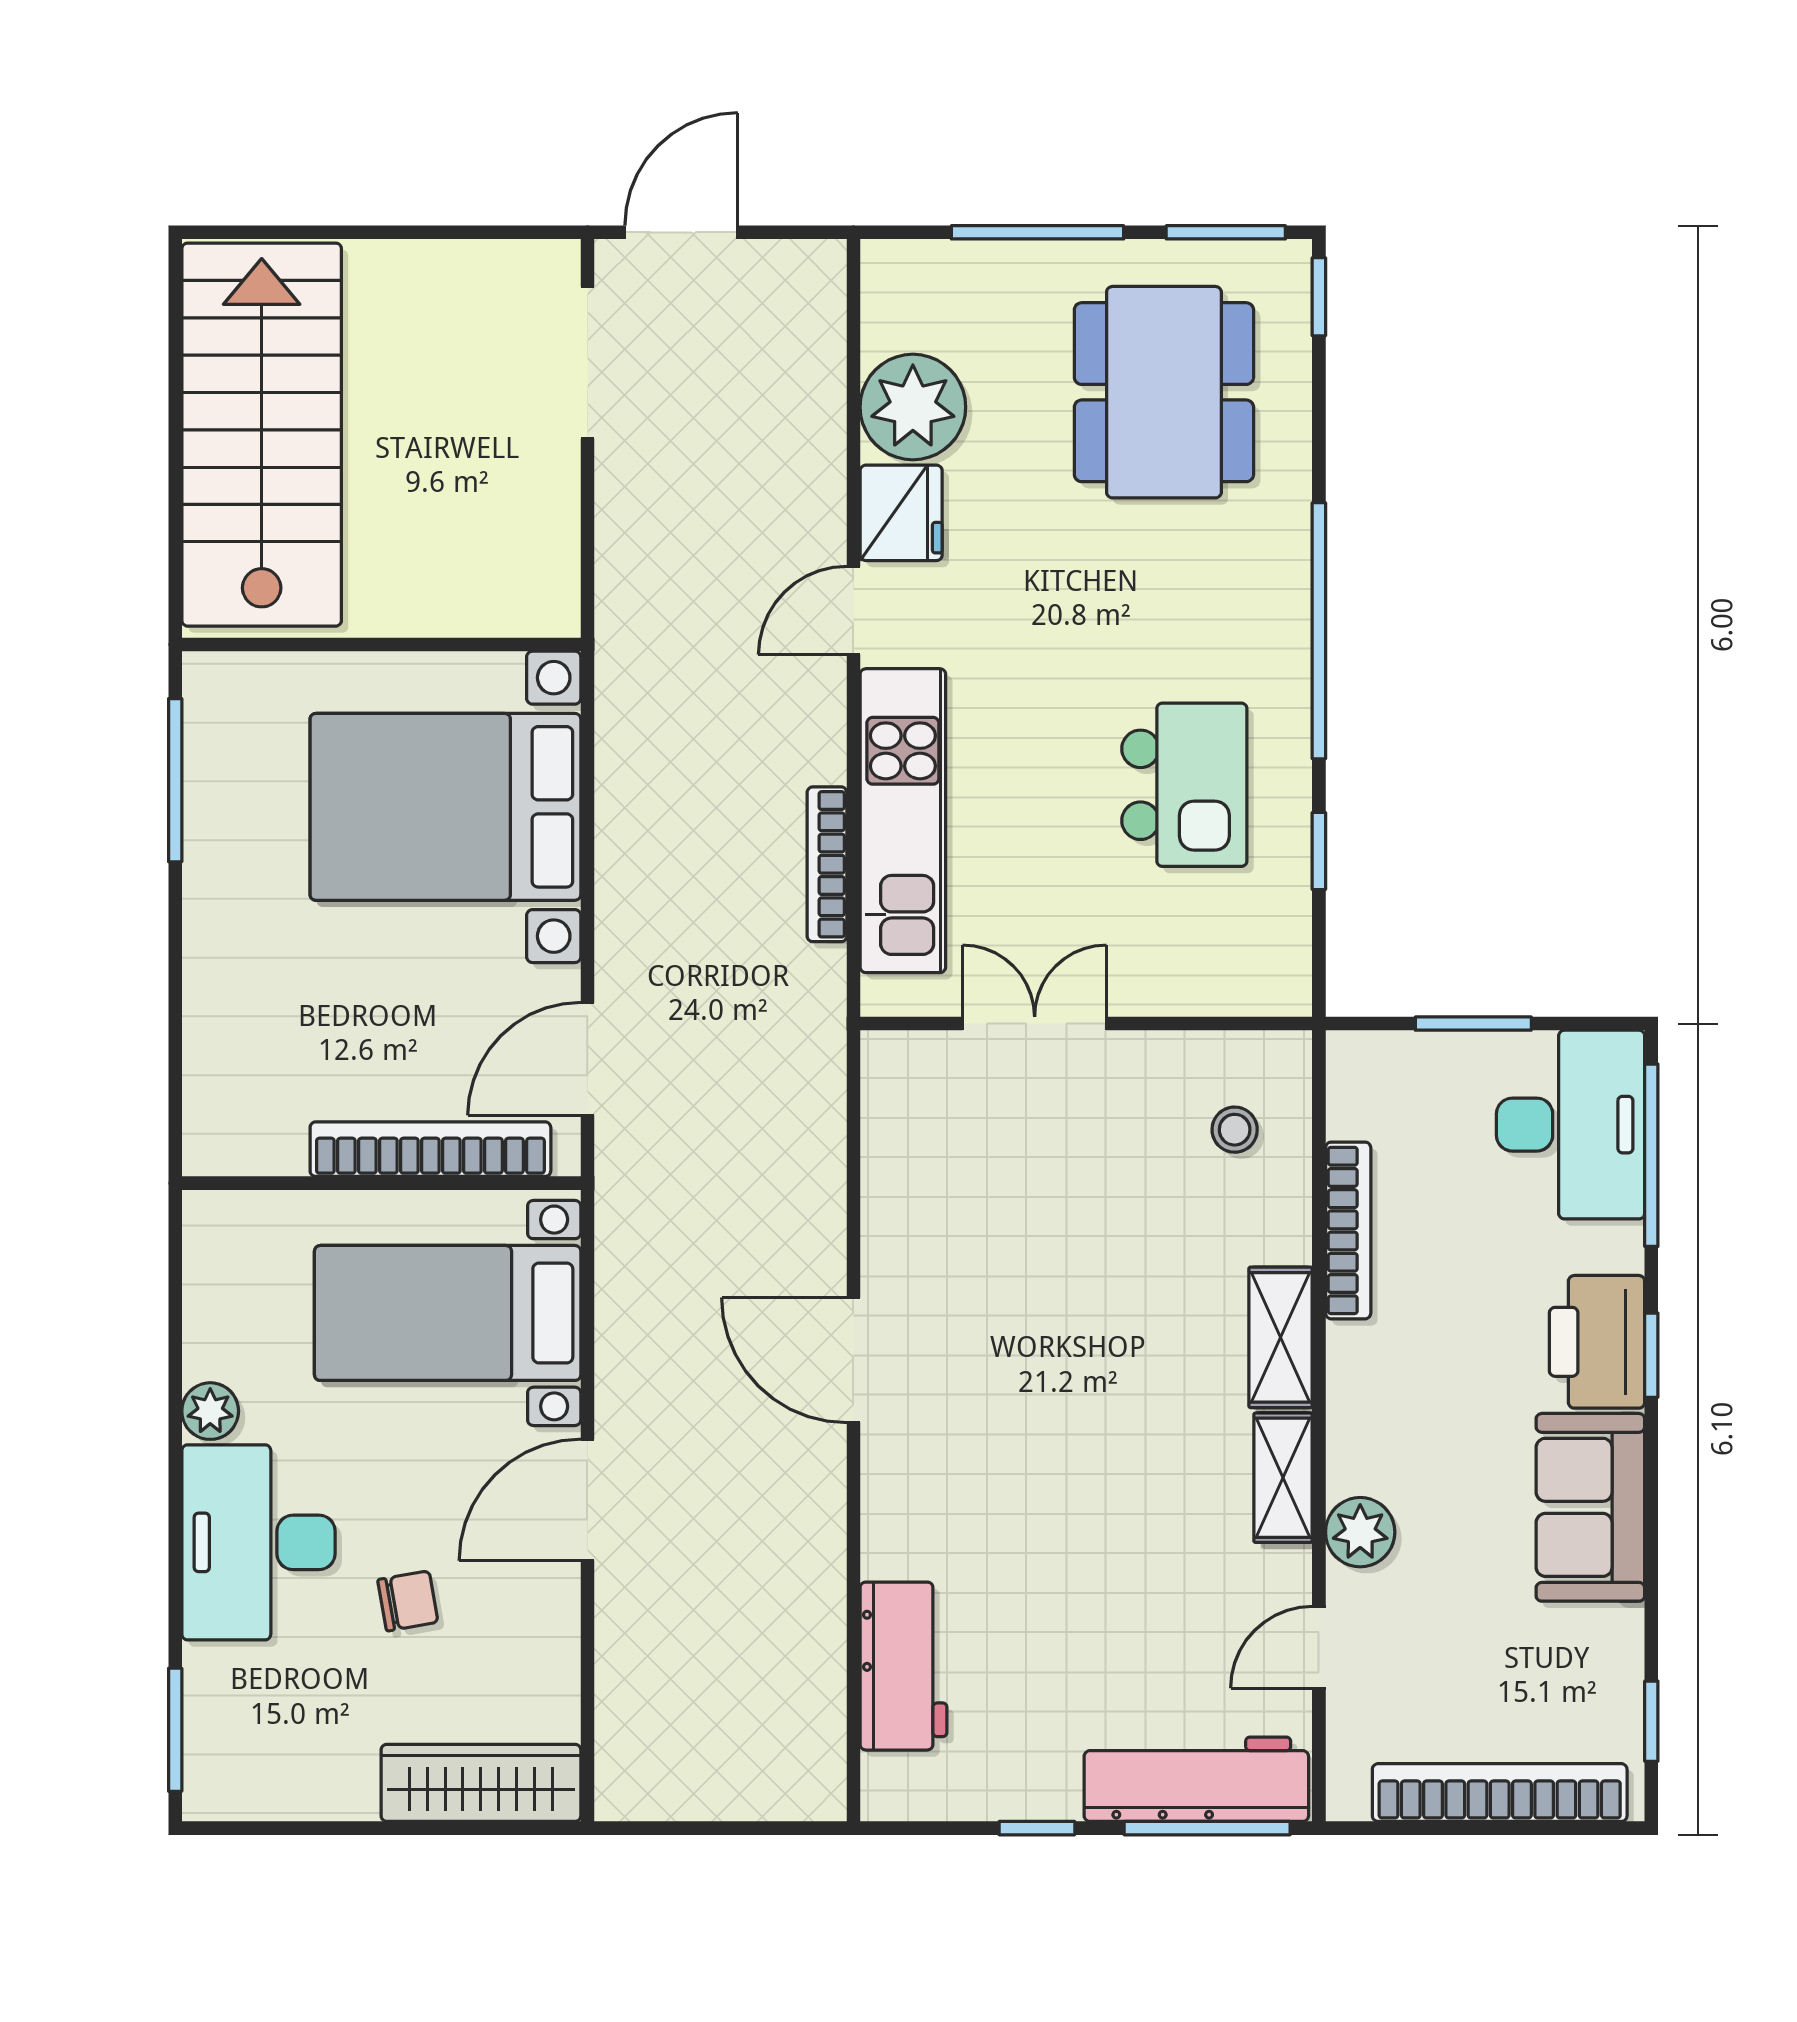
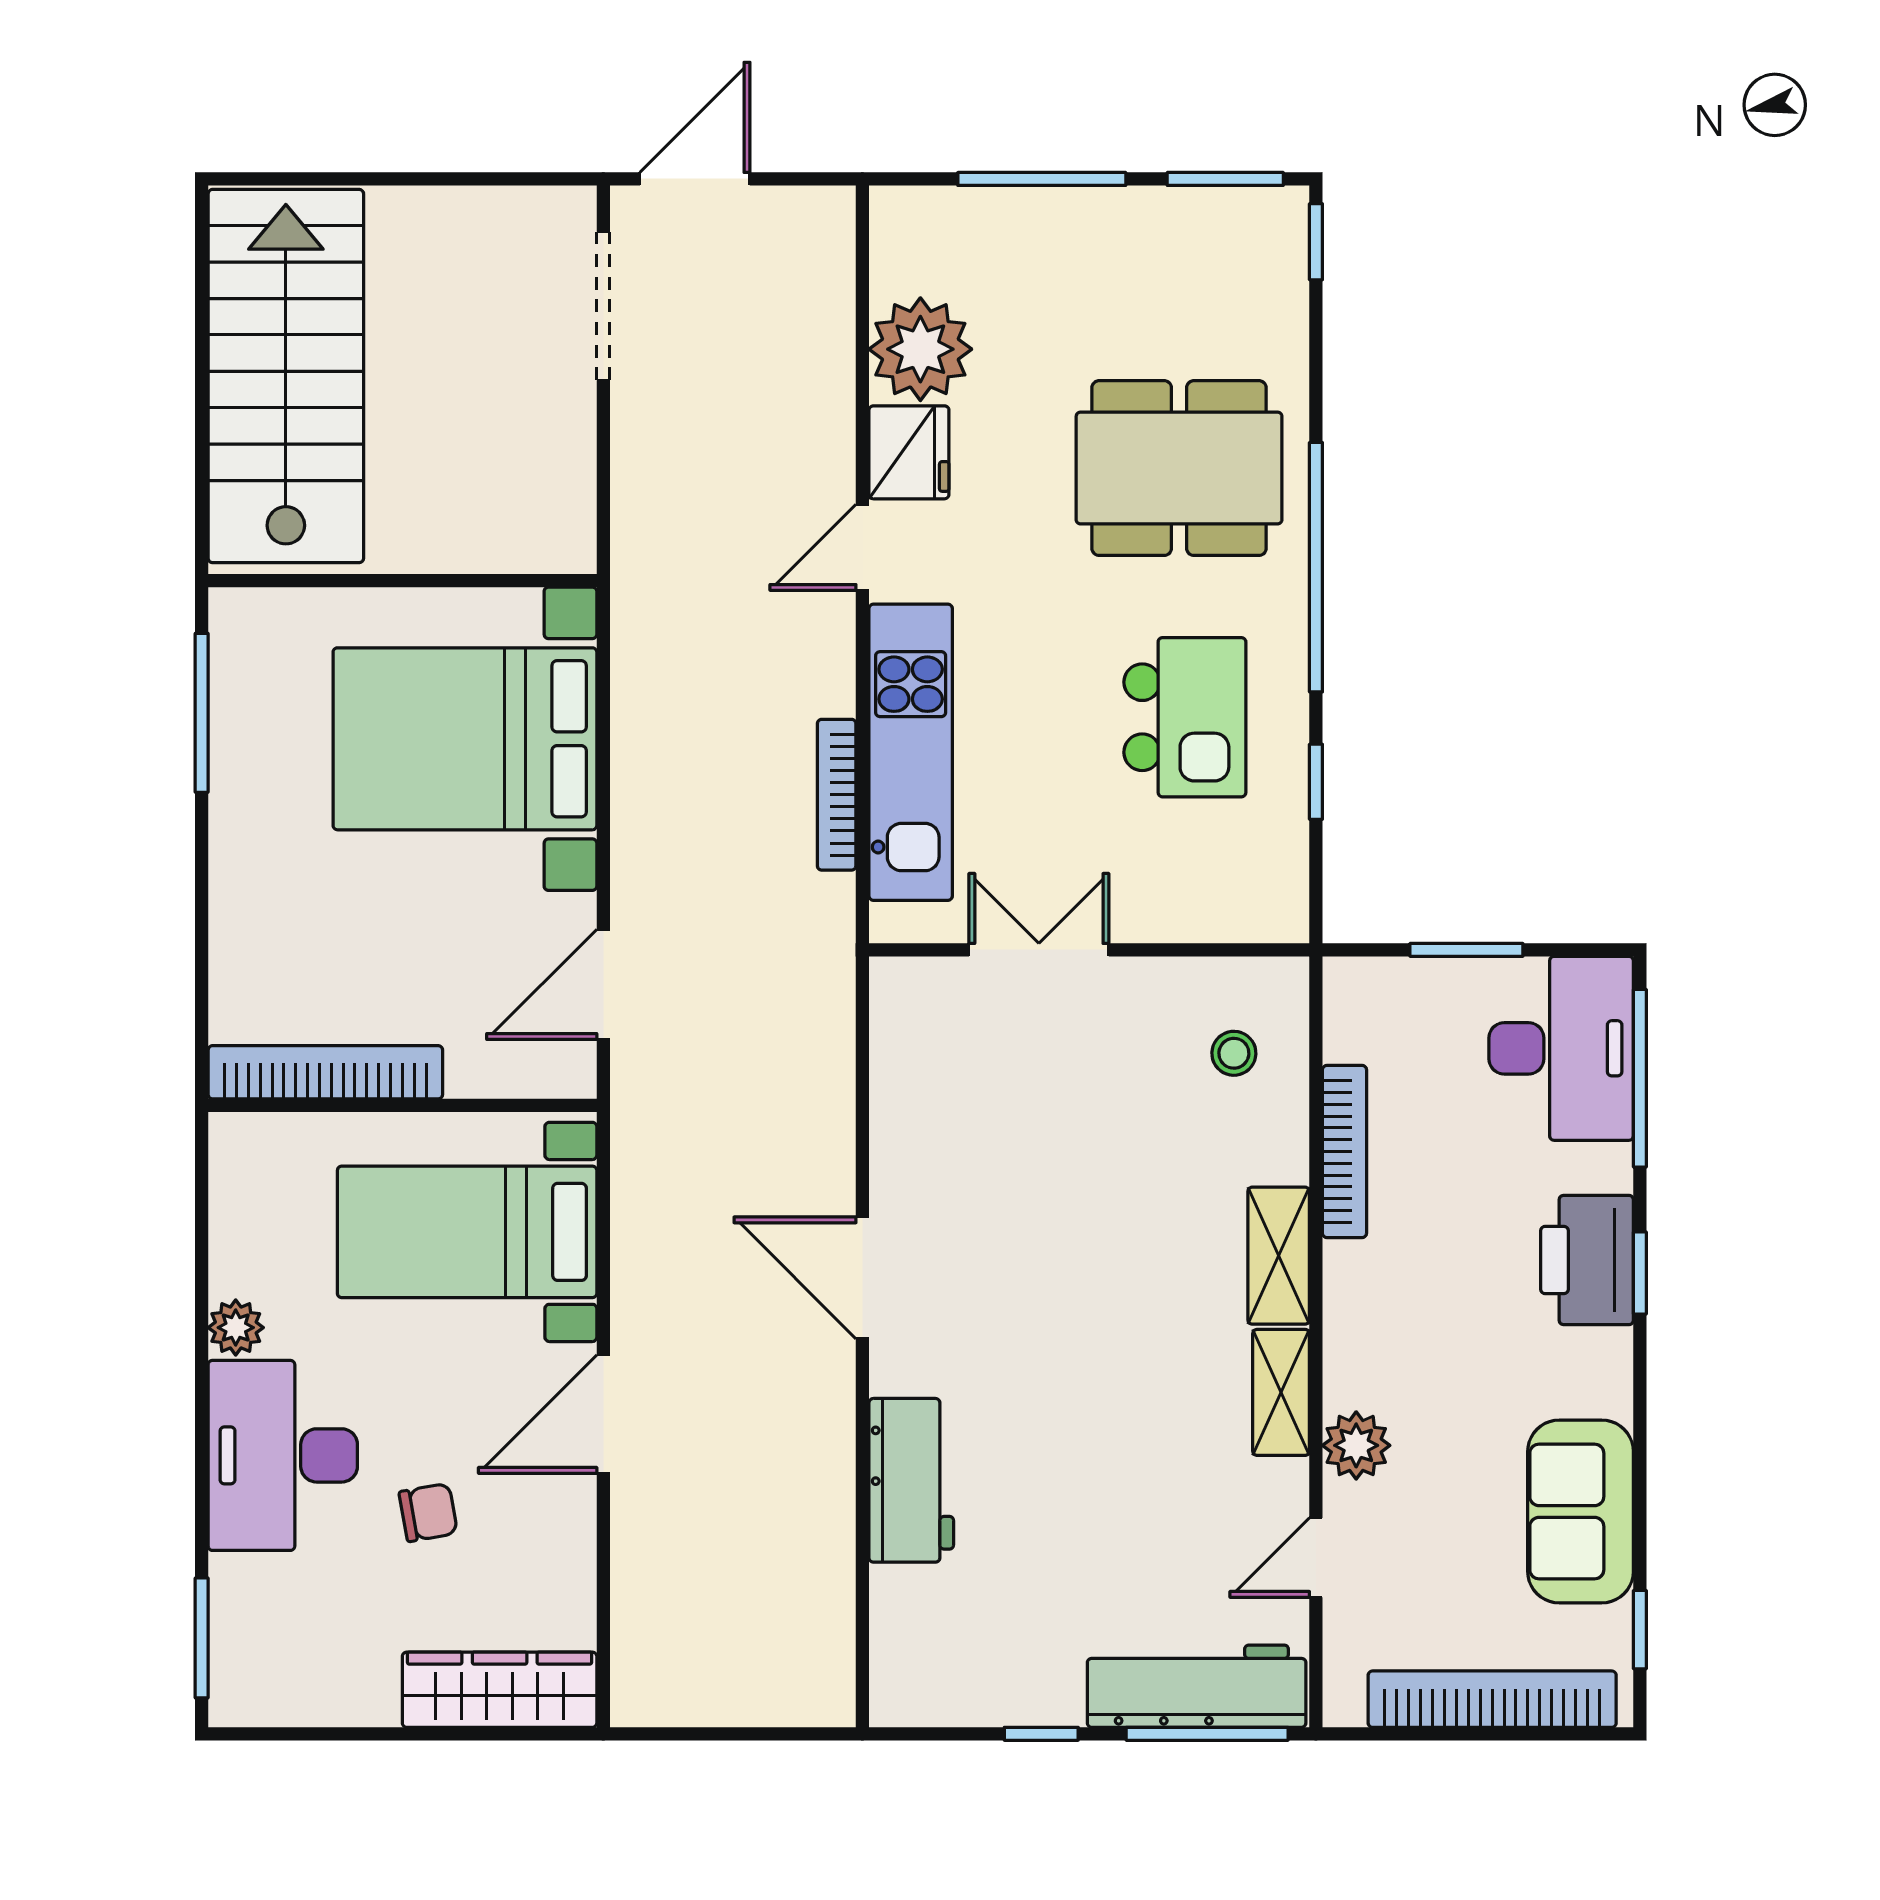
dining table: (1164, 392) -> (1179, 468), moved, turned 90
bookcase: (430, 1149) -> (325, 1072), moved
sofa: (1590, 1507) -> (1581, 1511), moved
workbench: (903, 1666) -> (911, 1480), moved

